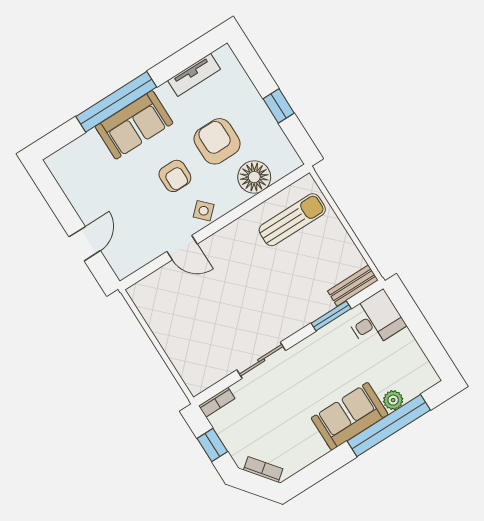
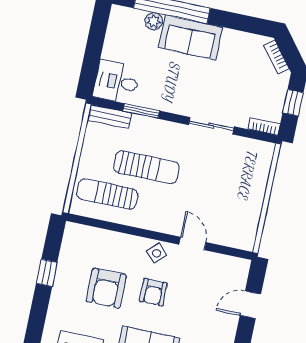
armchair: (175, 176) -> (153, 292), turned 180
floor lamp: (254, 177) -> (105, 244), removed
sun lounger: (281, 273) -> (146, 167), added

